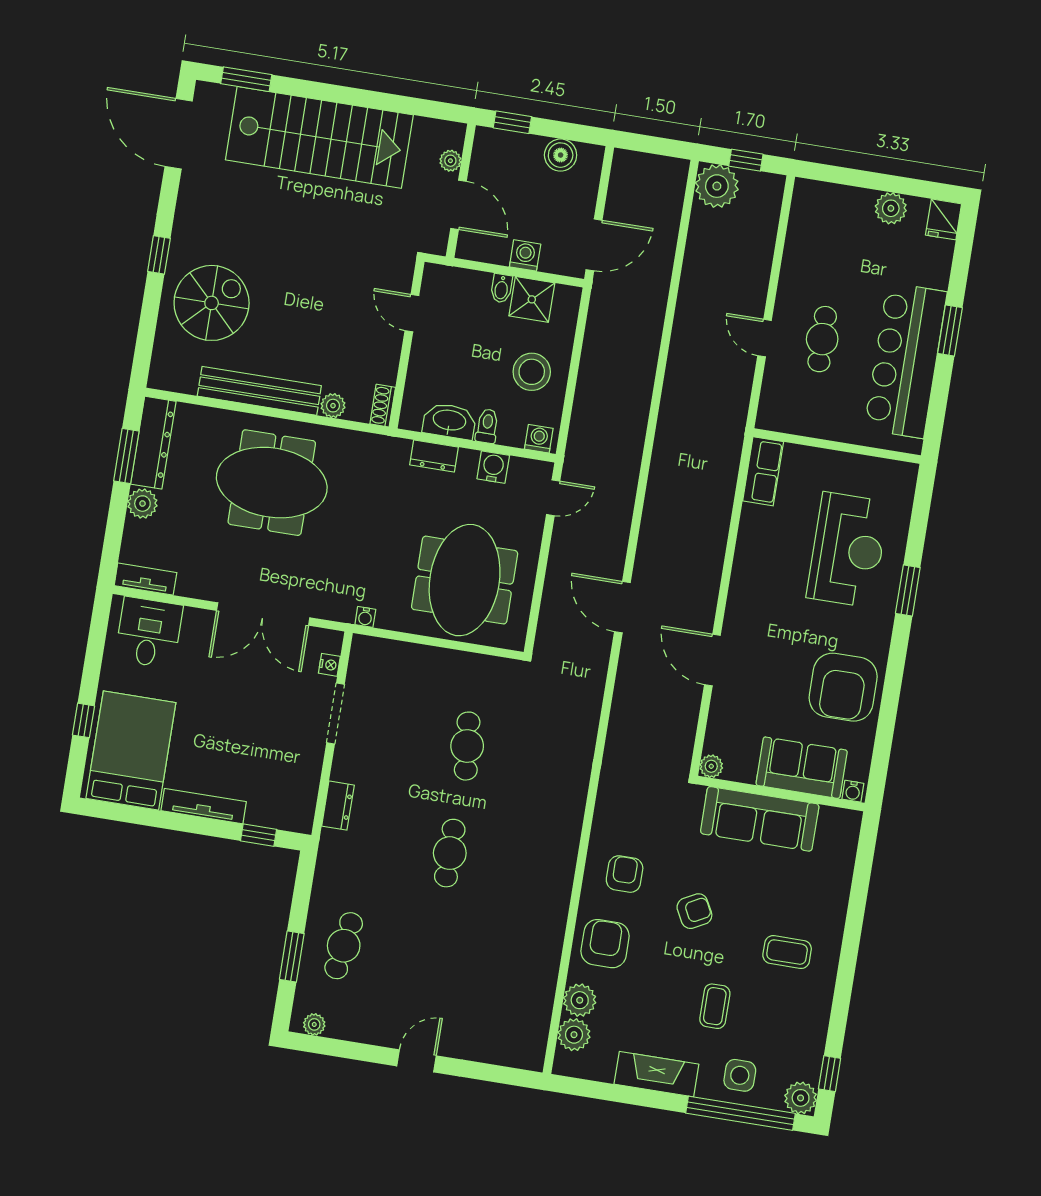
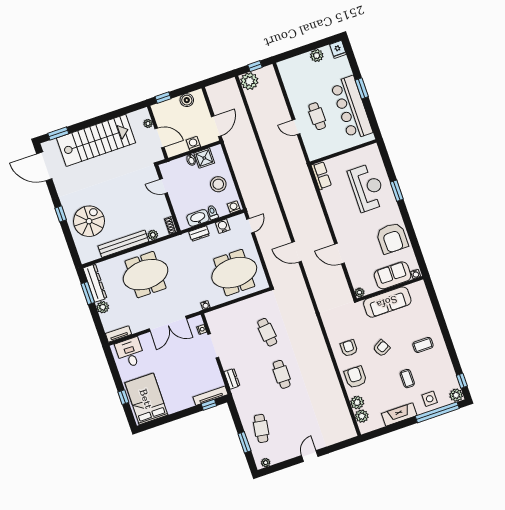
meeting table: (465, 580) -> (234, 273), turned 90
tv unit: (204, 806) -> (210, 396), moved

